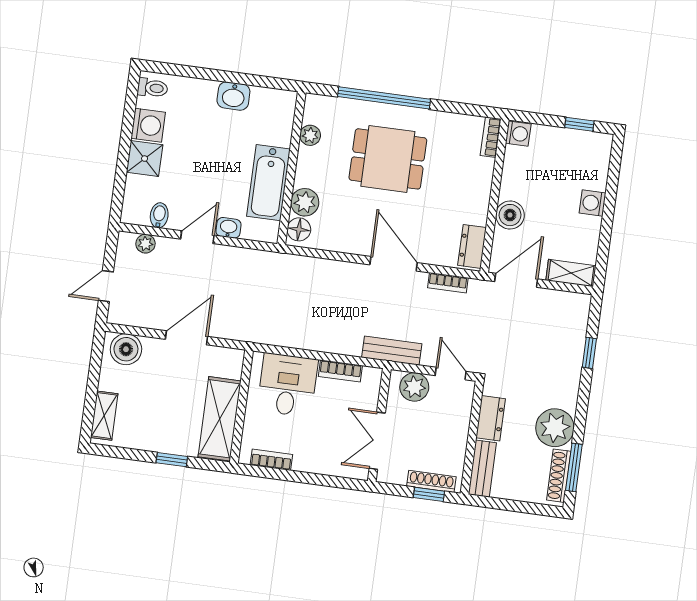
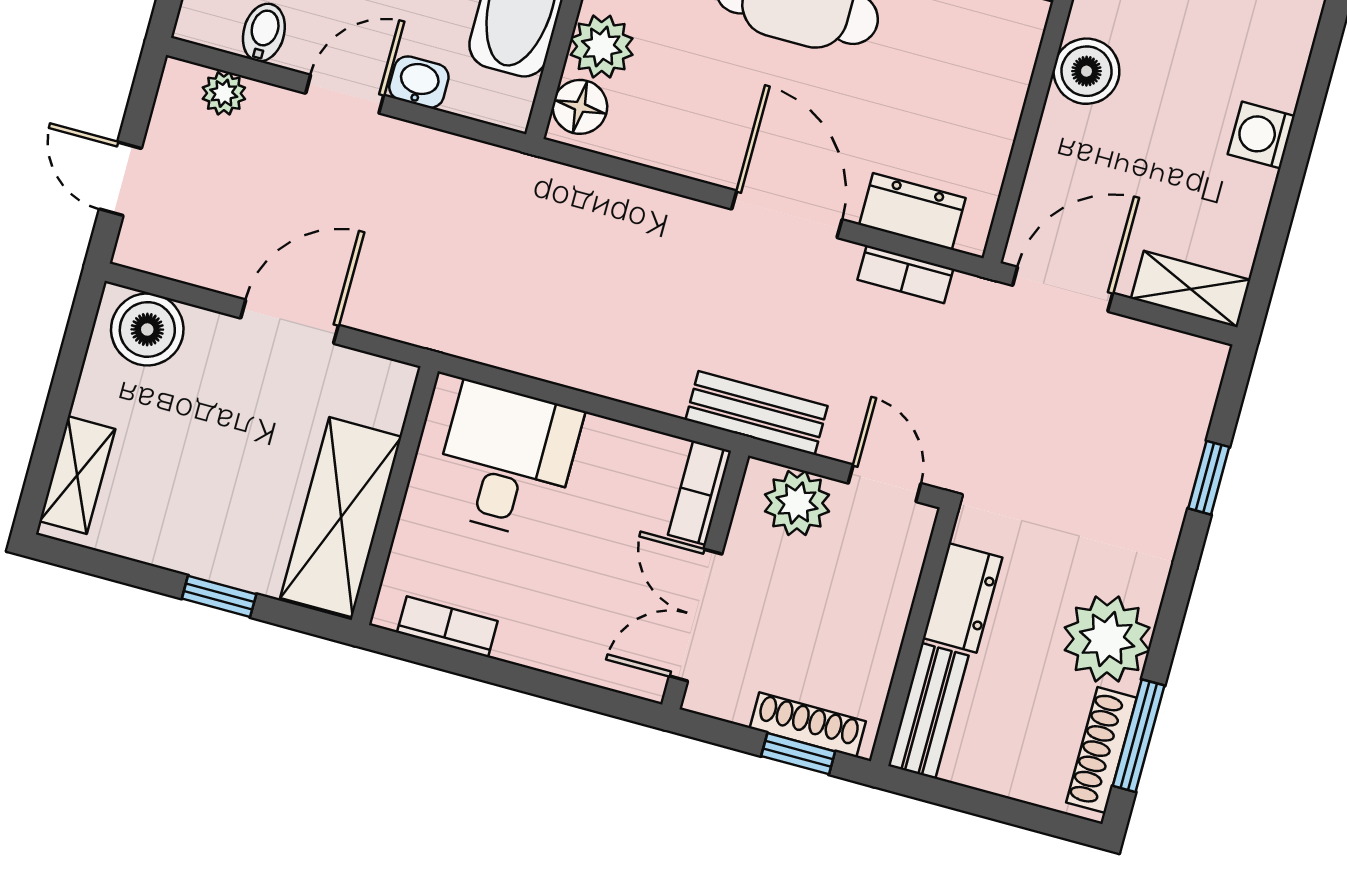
boiler: (510, 215) -> (1086, 71), moved
dresser: (472, 246) -> (912, 211), moved, turned 90
door: (106, 286) -> (120, 179), hinge flipped
bookcase: (340, 371) -> (700, 493), moved, turned 90

